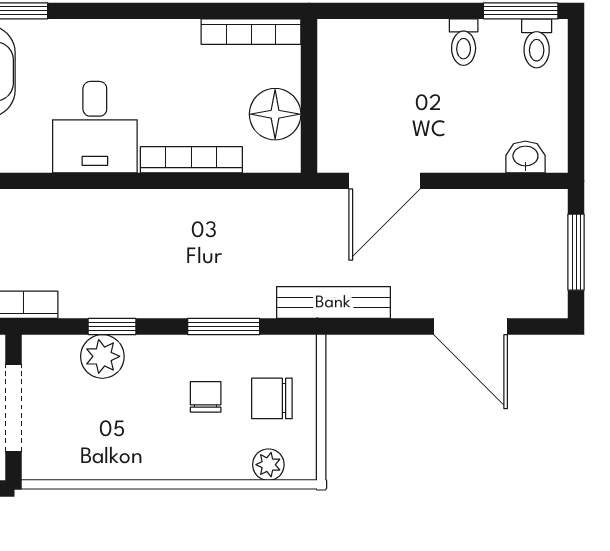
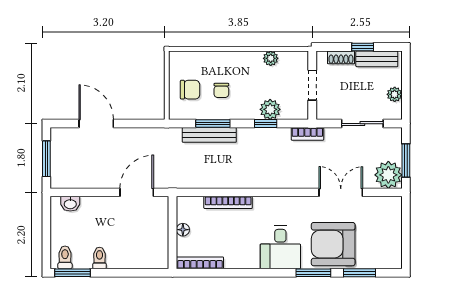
floor lamp: (275, 114) -> (183, 230), width x0.53, depth x0.53
desk: (95, 127) -> (280, 247), moved, turned 180
bench: (333, 303) -> (209, 135), moved
doorway: (13, 408) -> (312, 85), width x0.73
plant: (268, 465) -> (271, 58), moved

